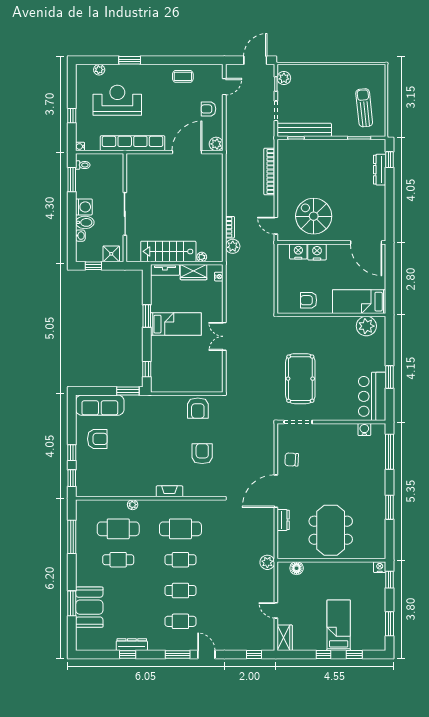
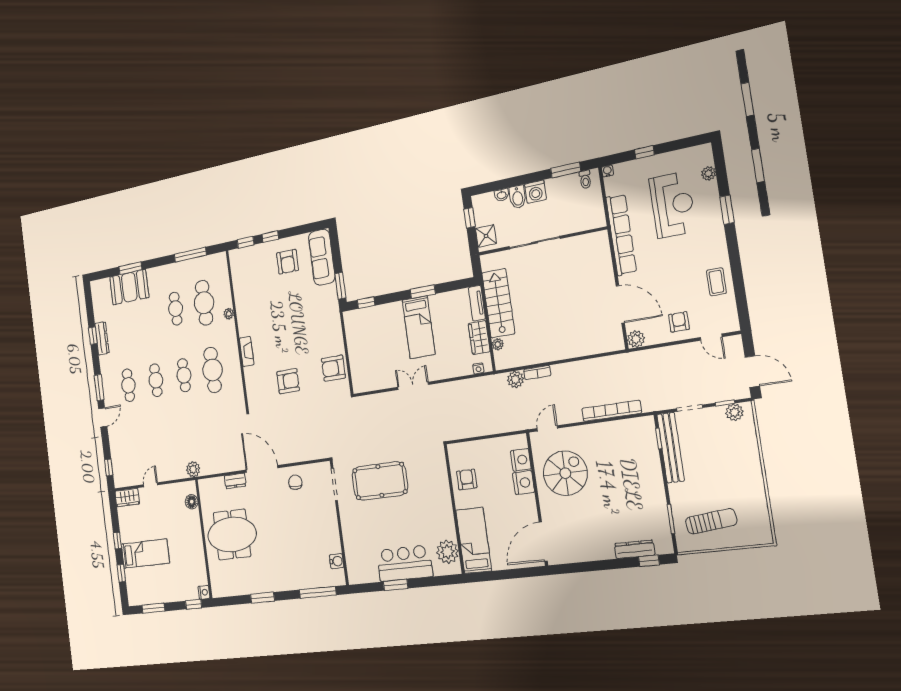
bar counter: (372, 396) -> (405, 563), moved

